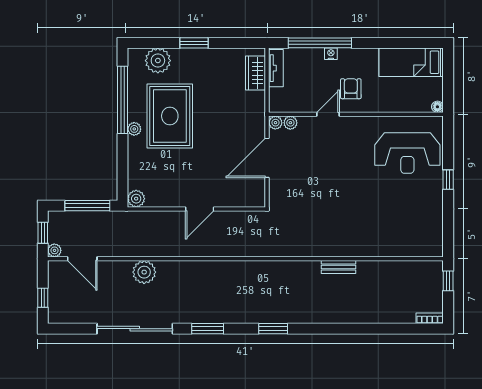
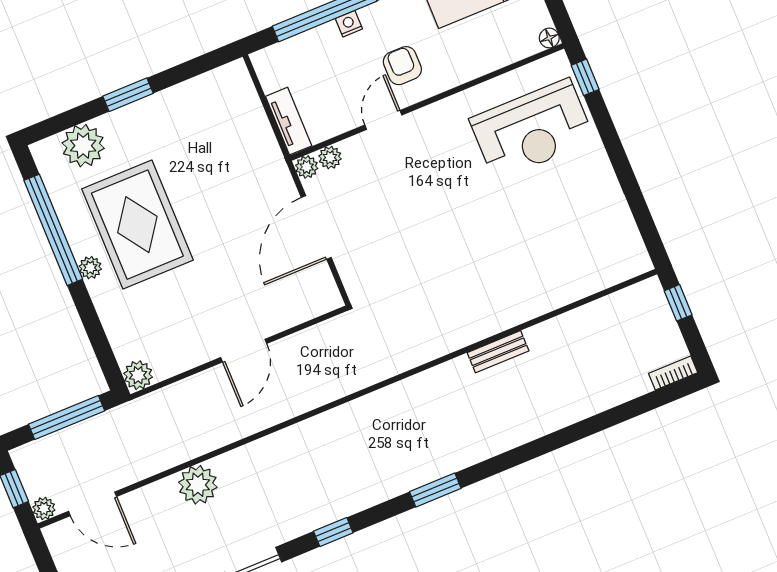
tv unit: (276, 68) -> (289, 121), moved
wardrobe: (256, 73) -> (244, 102), removed
window: (448, 180) -> (585, 77), moved
window: (208, 329) -> (333, 532), width x0.67

